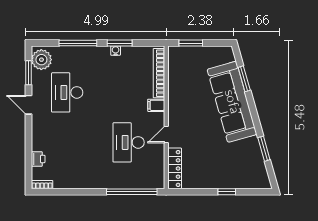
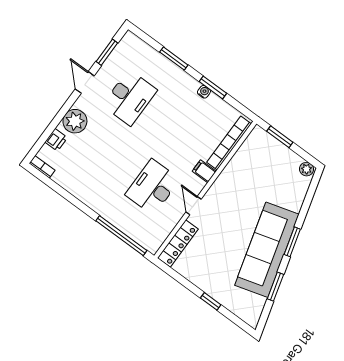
window: (78, 43) -> (174, 59), width x0.69
plant: (226, 52) -> (306, 169), added
plant: (41, 60) -> (75, 121), moved
window: (244, 79) -> (292, 242), moved
desk: (67, 92) -> (130, 98), turned 180
sofa: (232, 102) -> (267, 250), moved
door: (166, 134) -> (193, 206), hinge flipped

